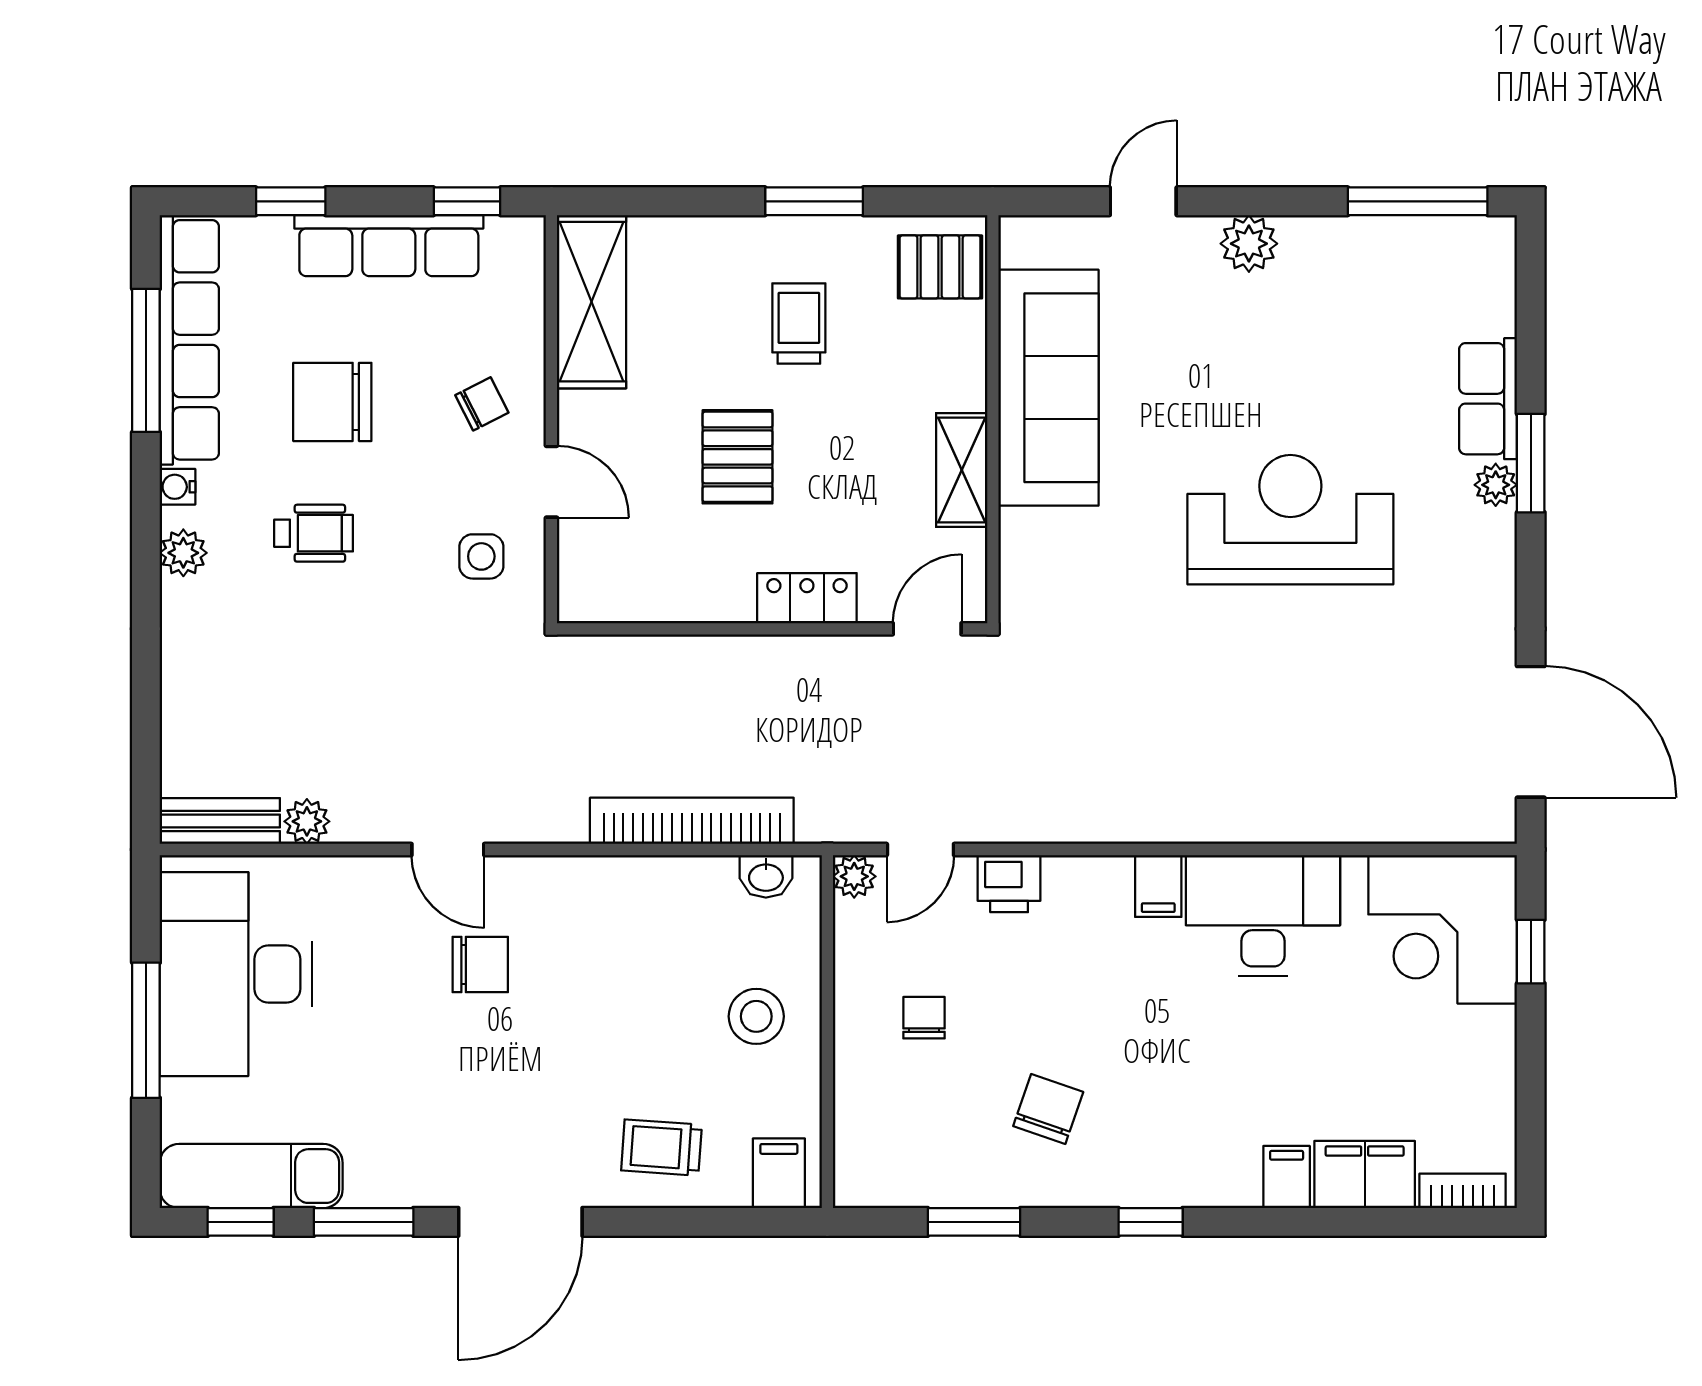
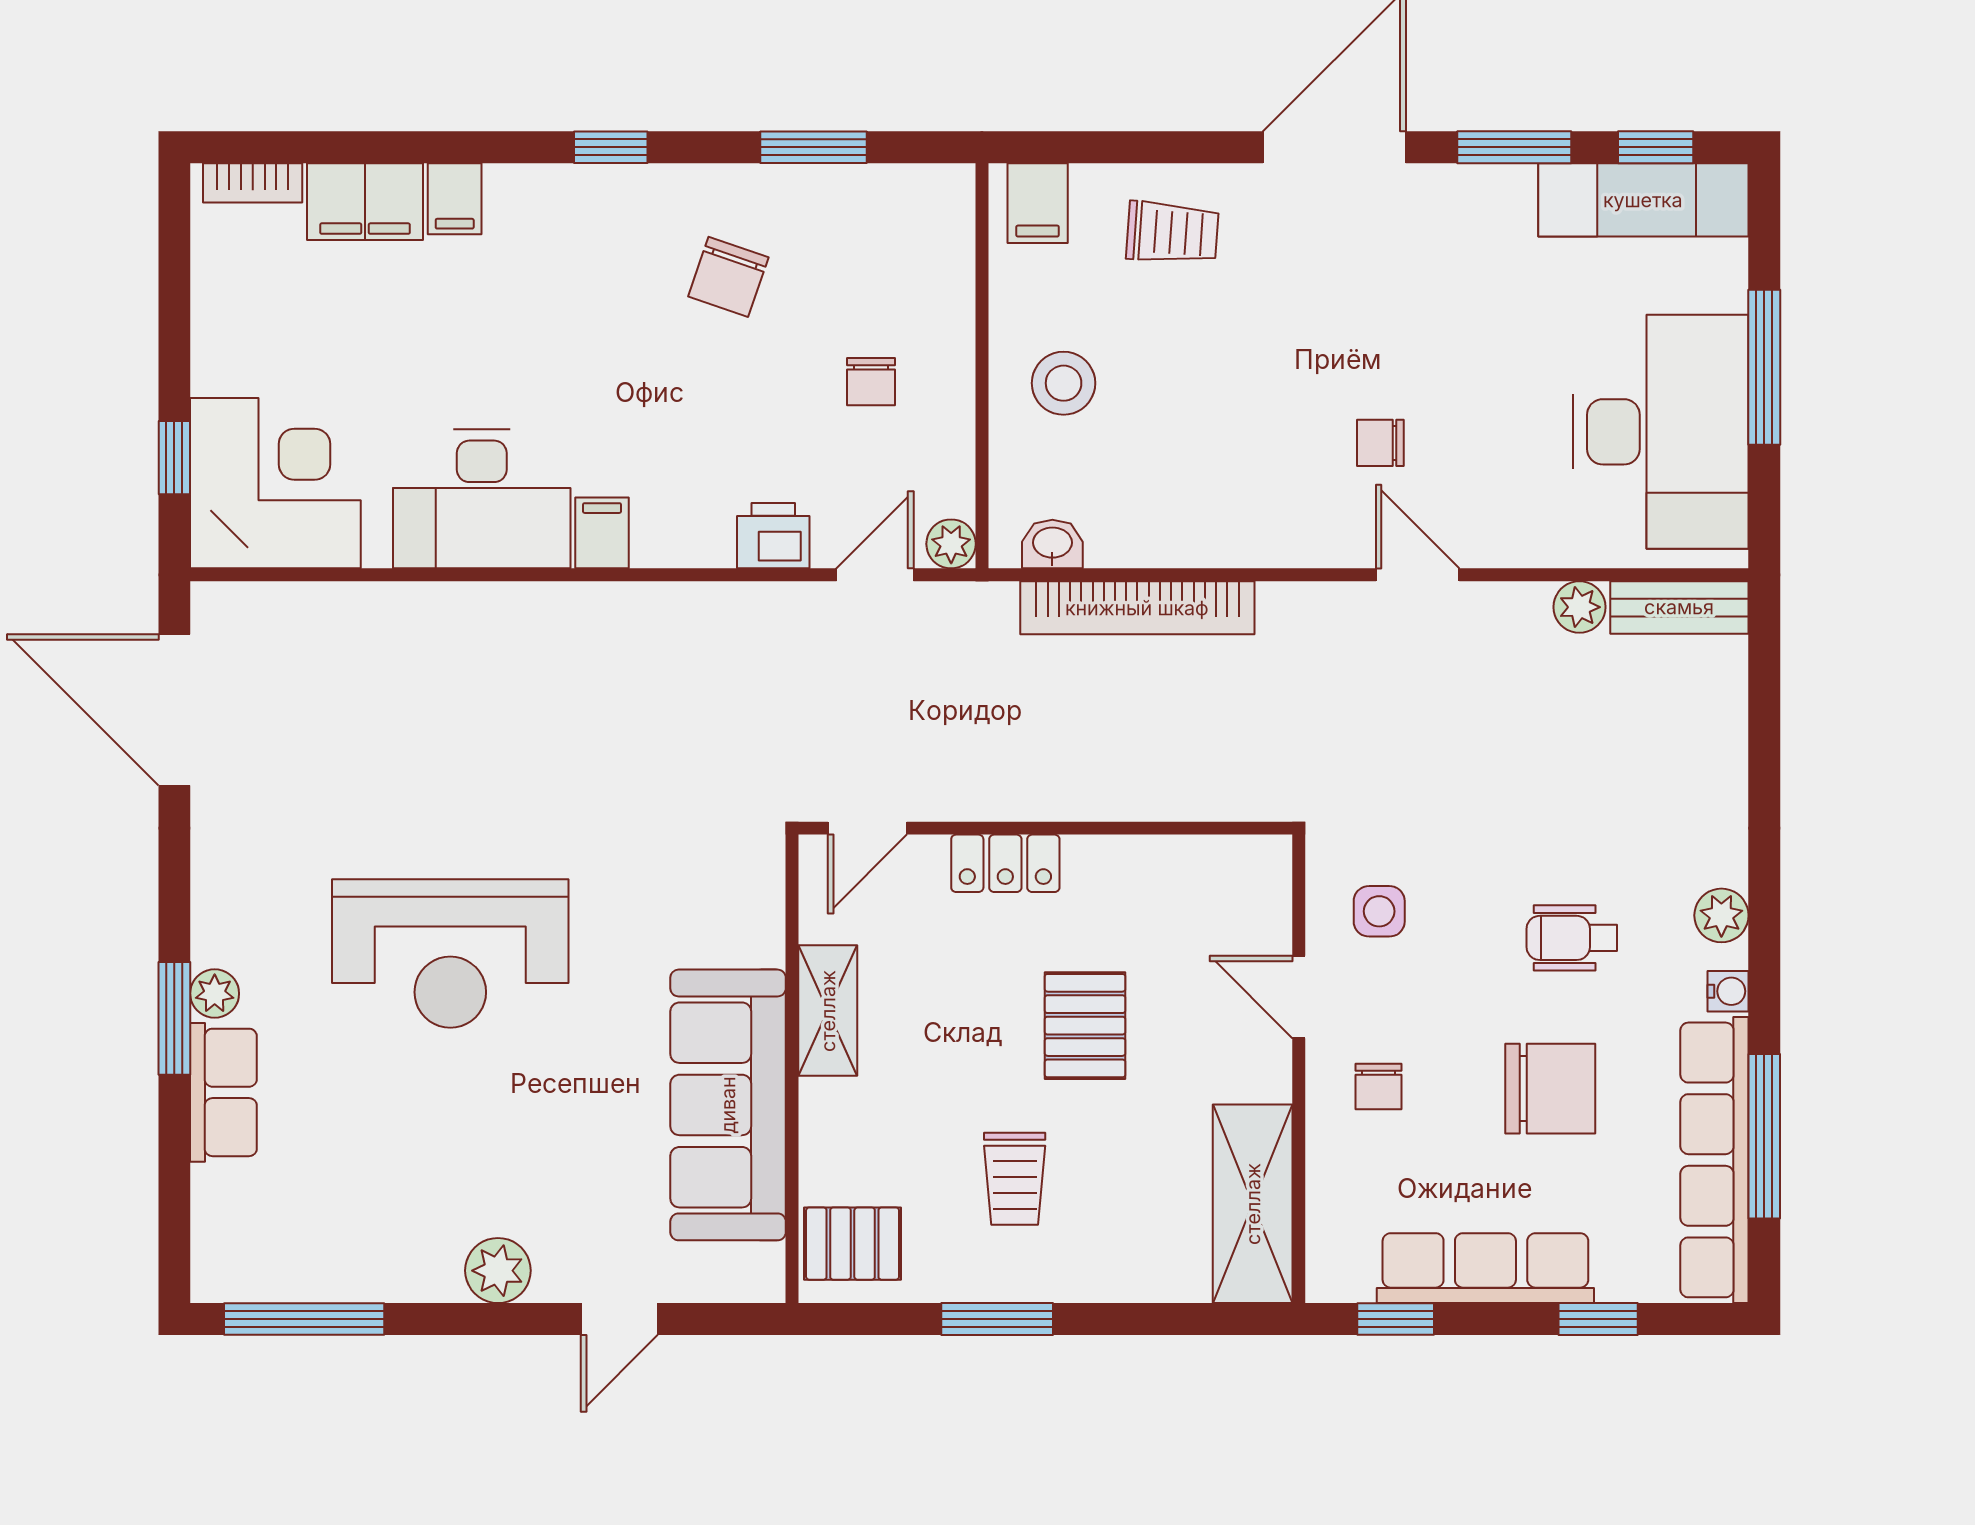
chair: (482, 404) -> (1379, 1086), turned -63
chair: (480, 964) -> (1380, 443), width x0.73, depth x0.73

